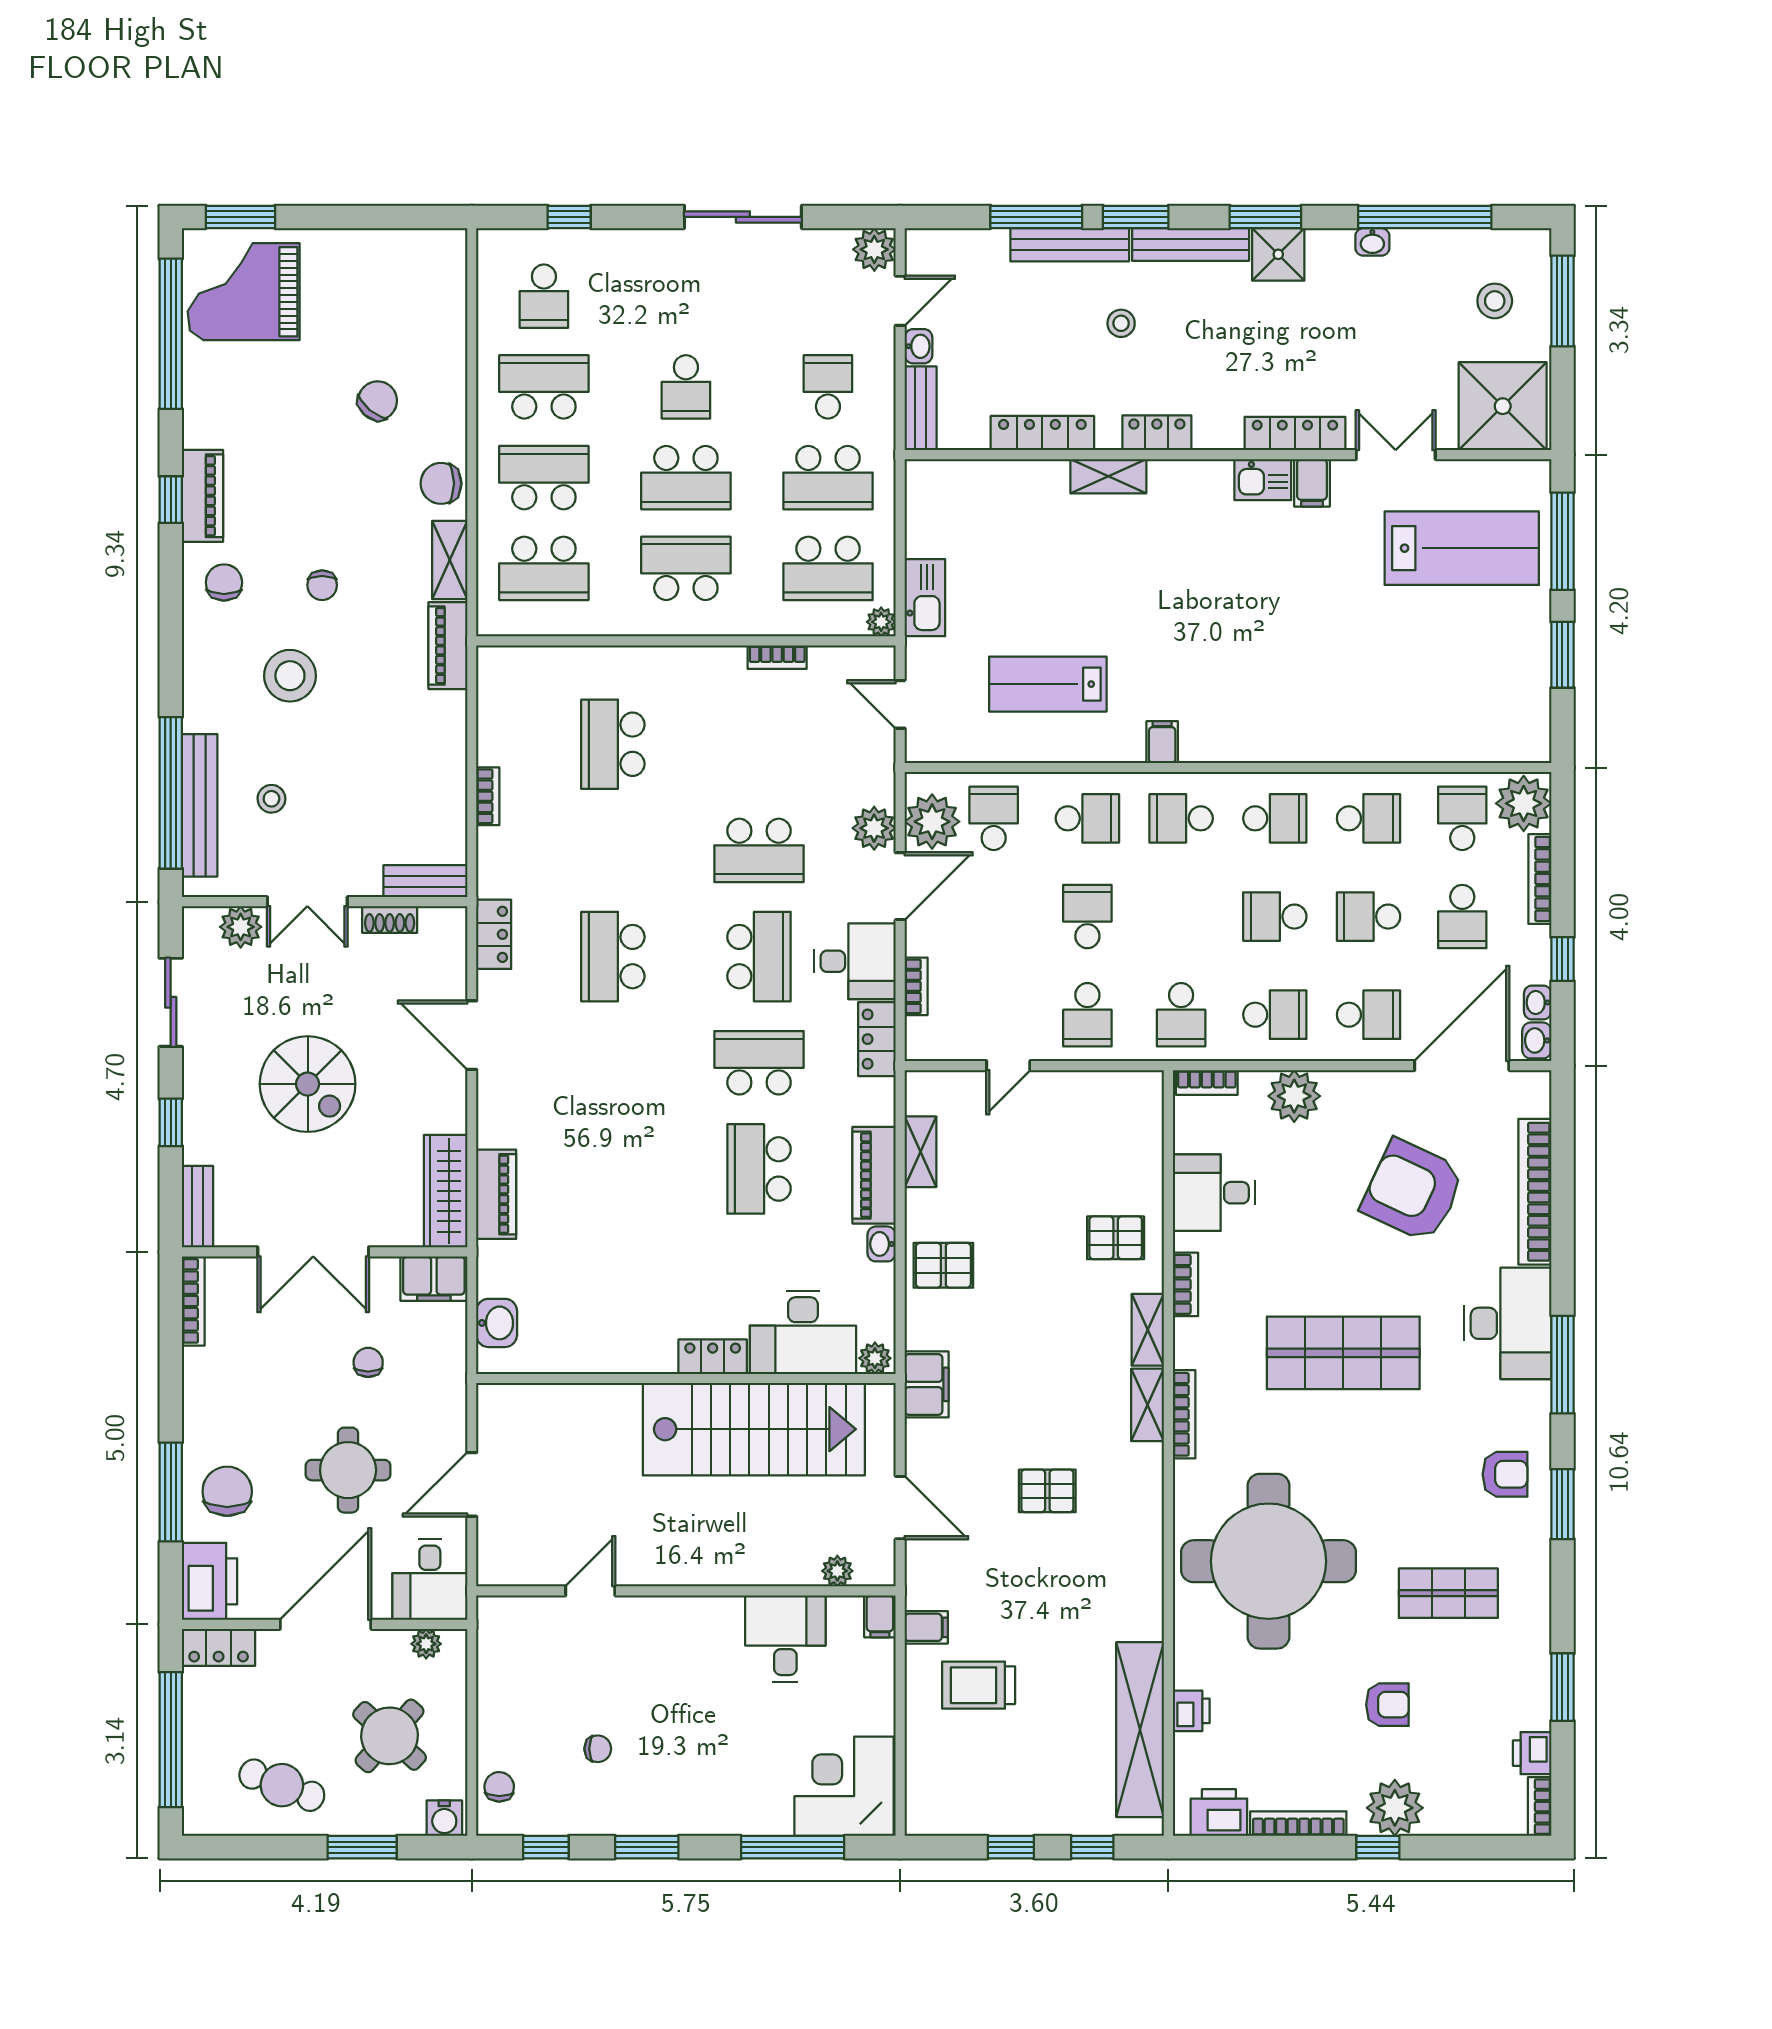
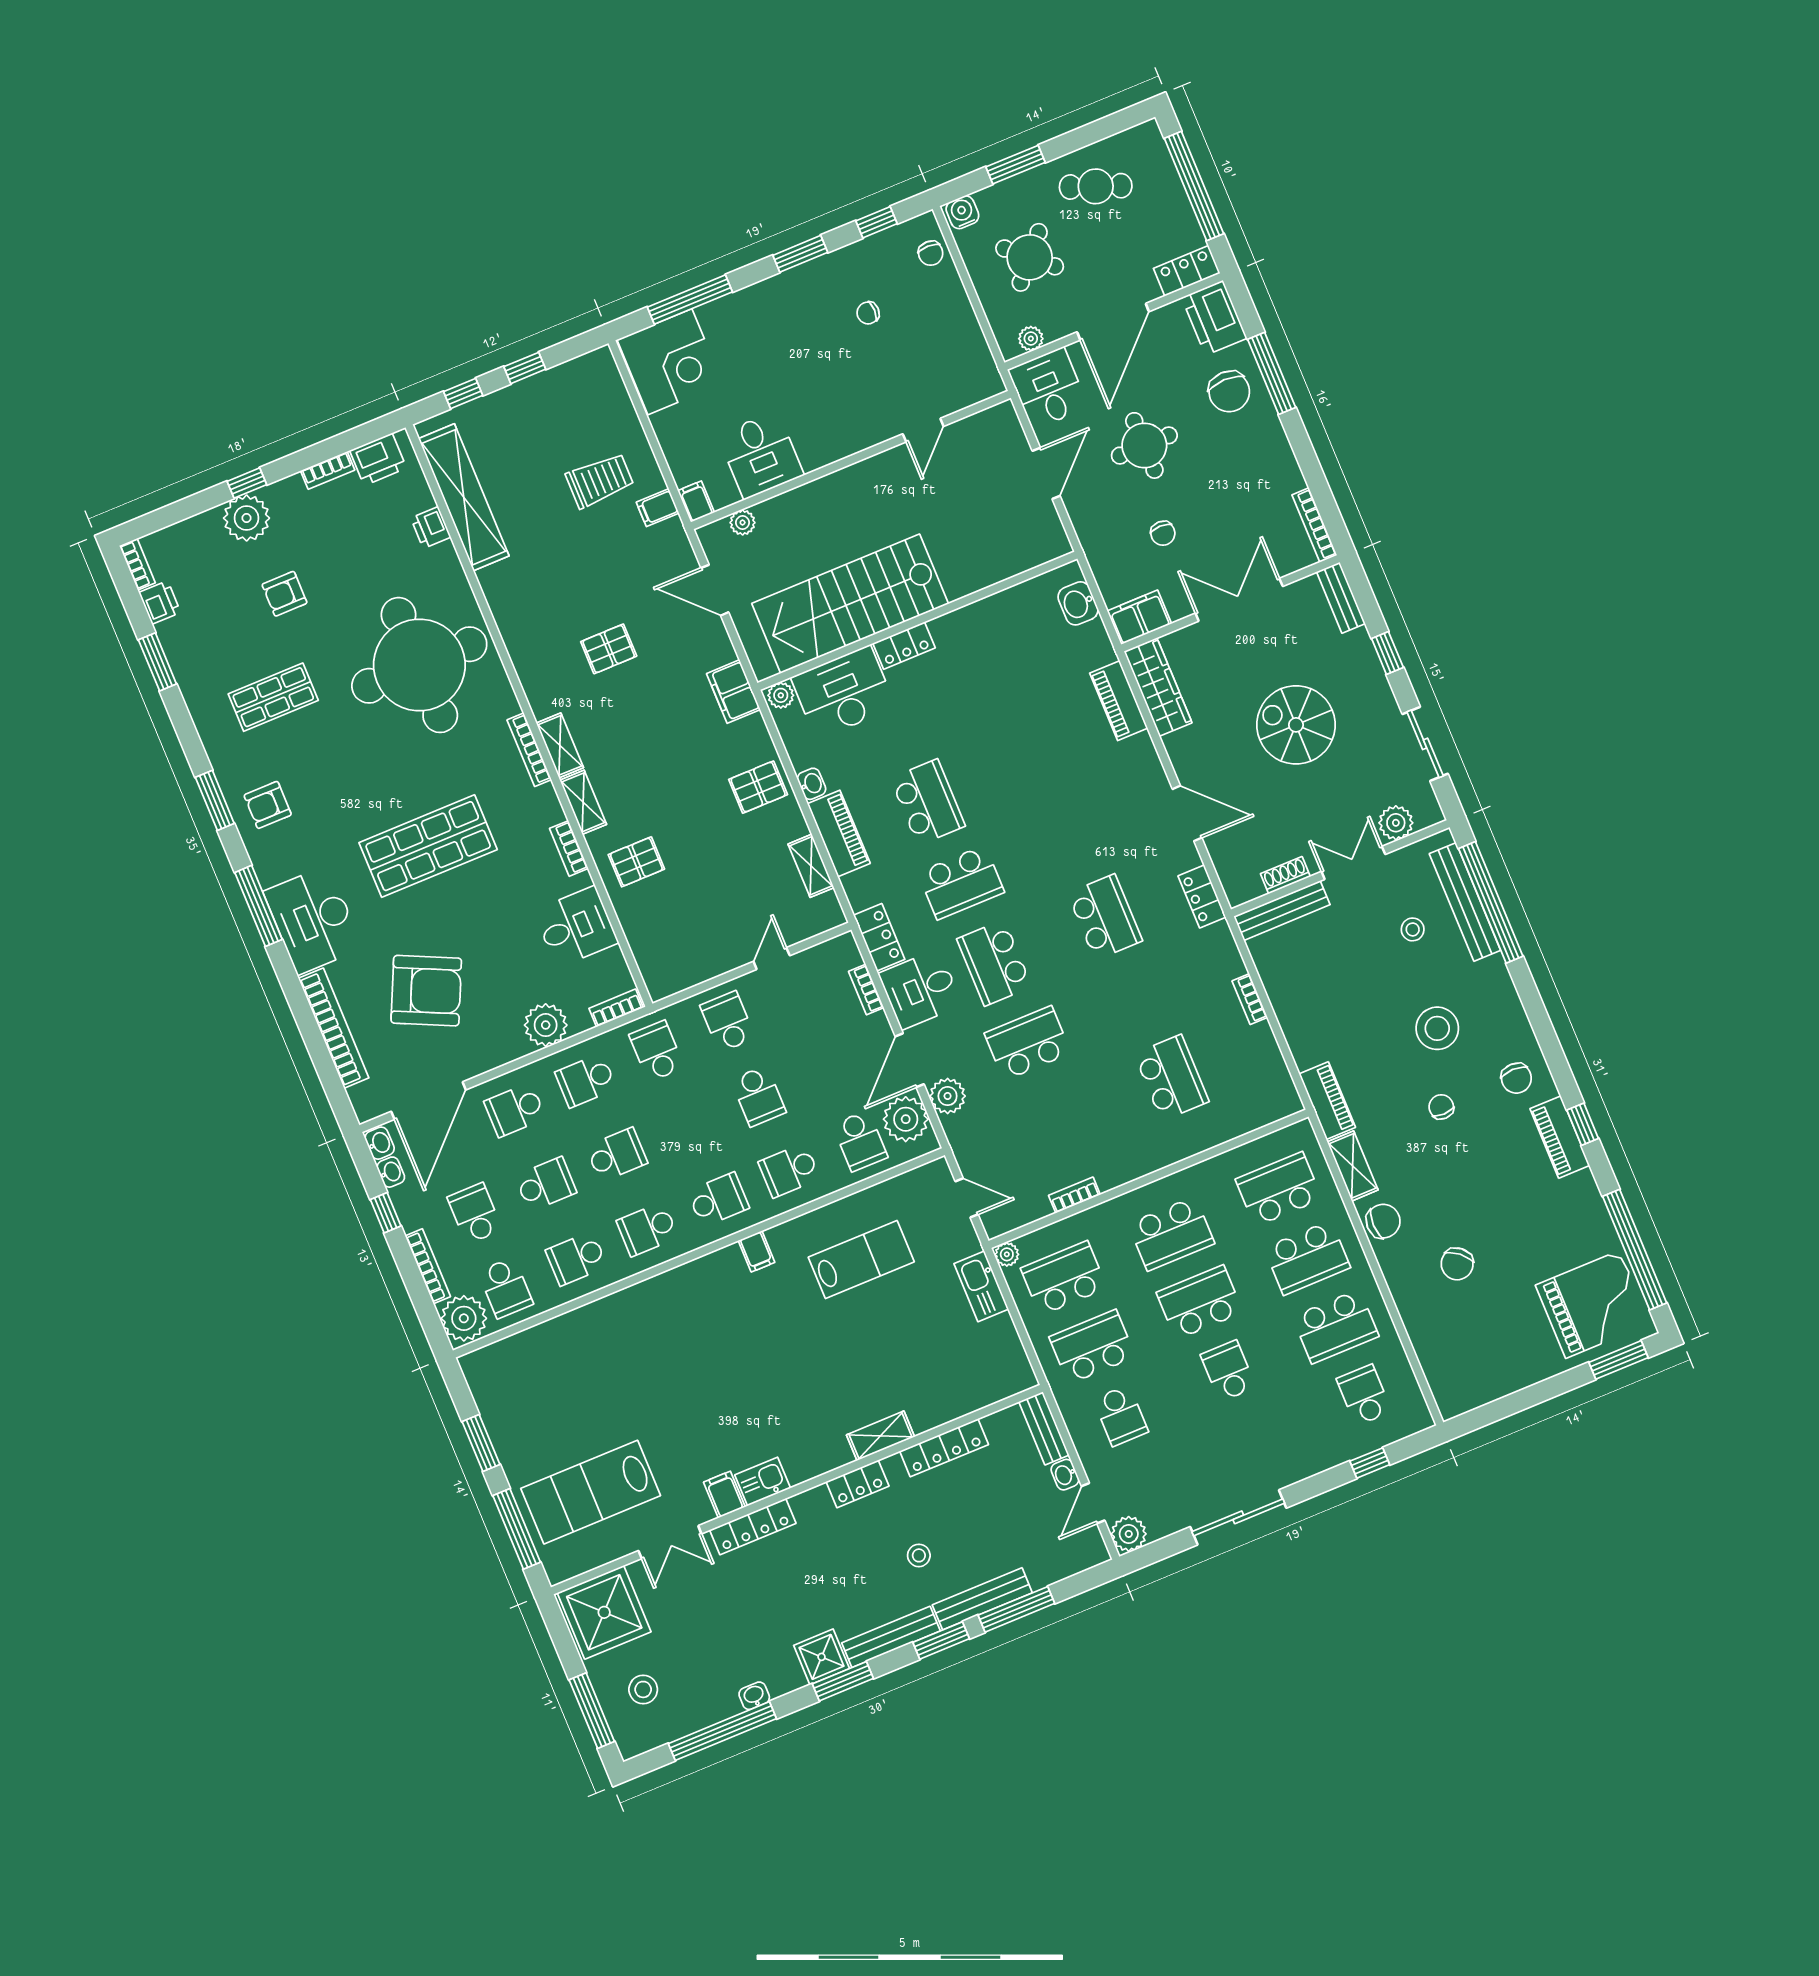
bench: (425, 881) -> (1282, 911), width x1.36
bookcase: (1298, 1824) -> (328, 470), width x0.64

